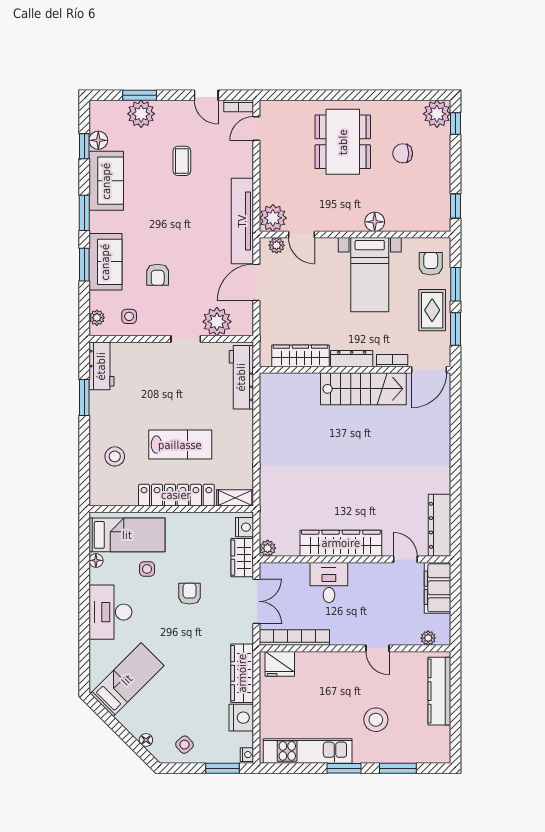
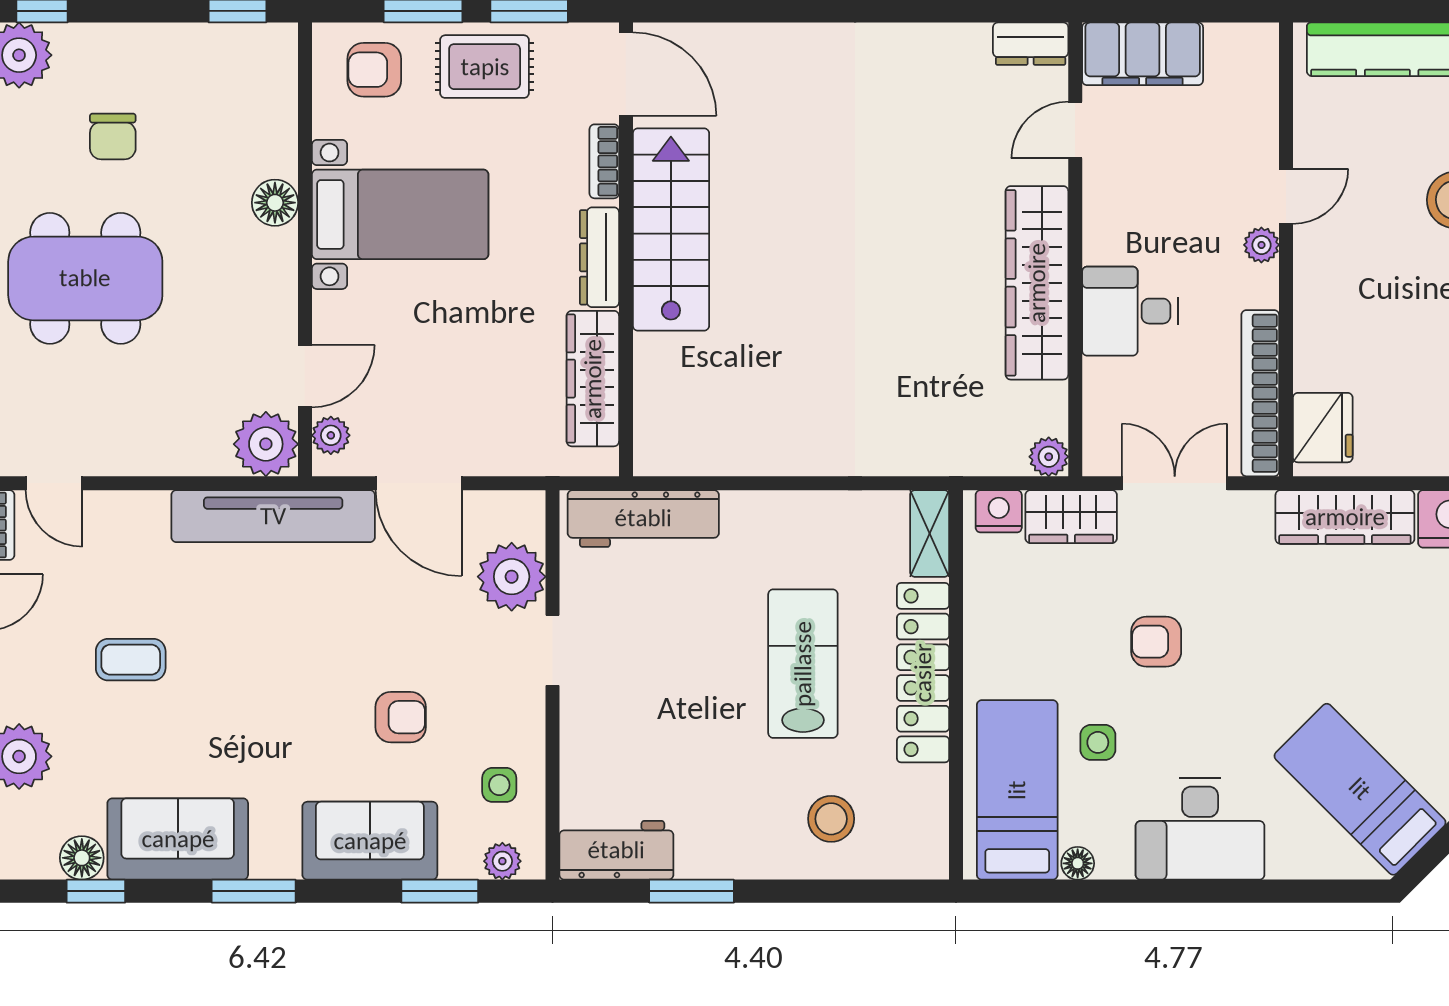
window: (84, 265) -> (440, 891), moved
dresser: (440, 525) -> (1031, 44), width x0.51, depth x0.80
plant: (428, 638) -> (1261, 245), moved

